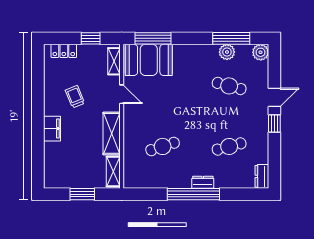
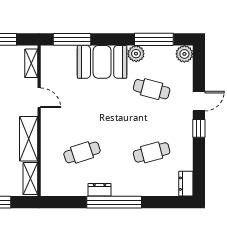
plant: (227, 52) -> (136, 54), moved
booth: (149, 60) -> (102, 62), moved
dresser: (203, 182) -> (100, 190), moved

